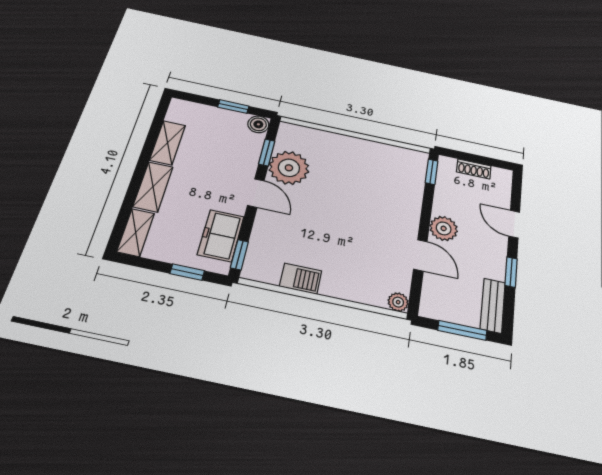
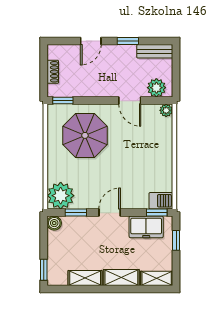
window: (233, 107) -> (44, 270), moved
plant: (289, 168) -> (61, 196), moved
parasol: (377, 187) -> (85, 135), added
plant: (444, 228) -> (156, 88), moved
door: (420, 255) -> (130, 101), swing flipped
barbecue: (301, 279) -> (161, 201), moved, turned 90
window: (462, 330) -> (176, 69), removed

